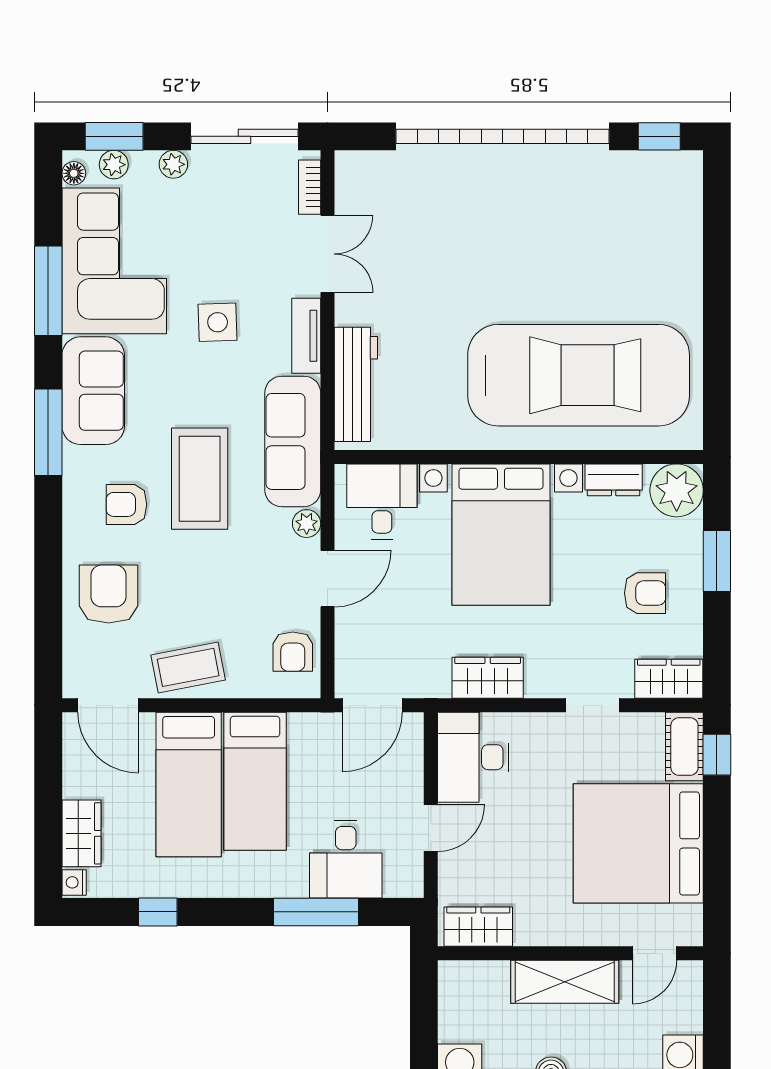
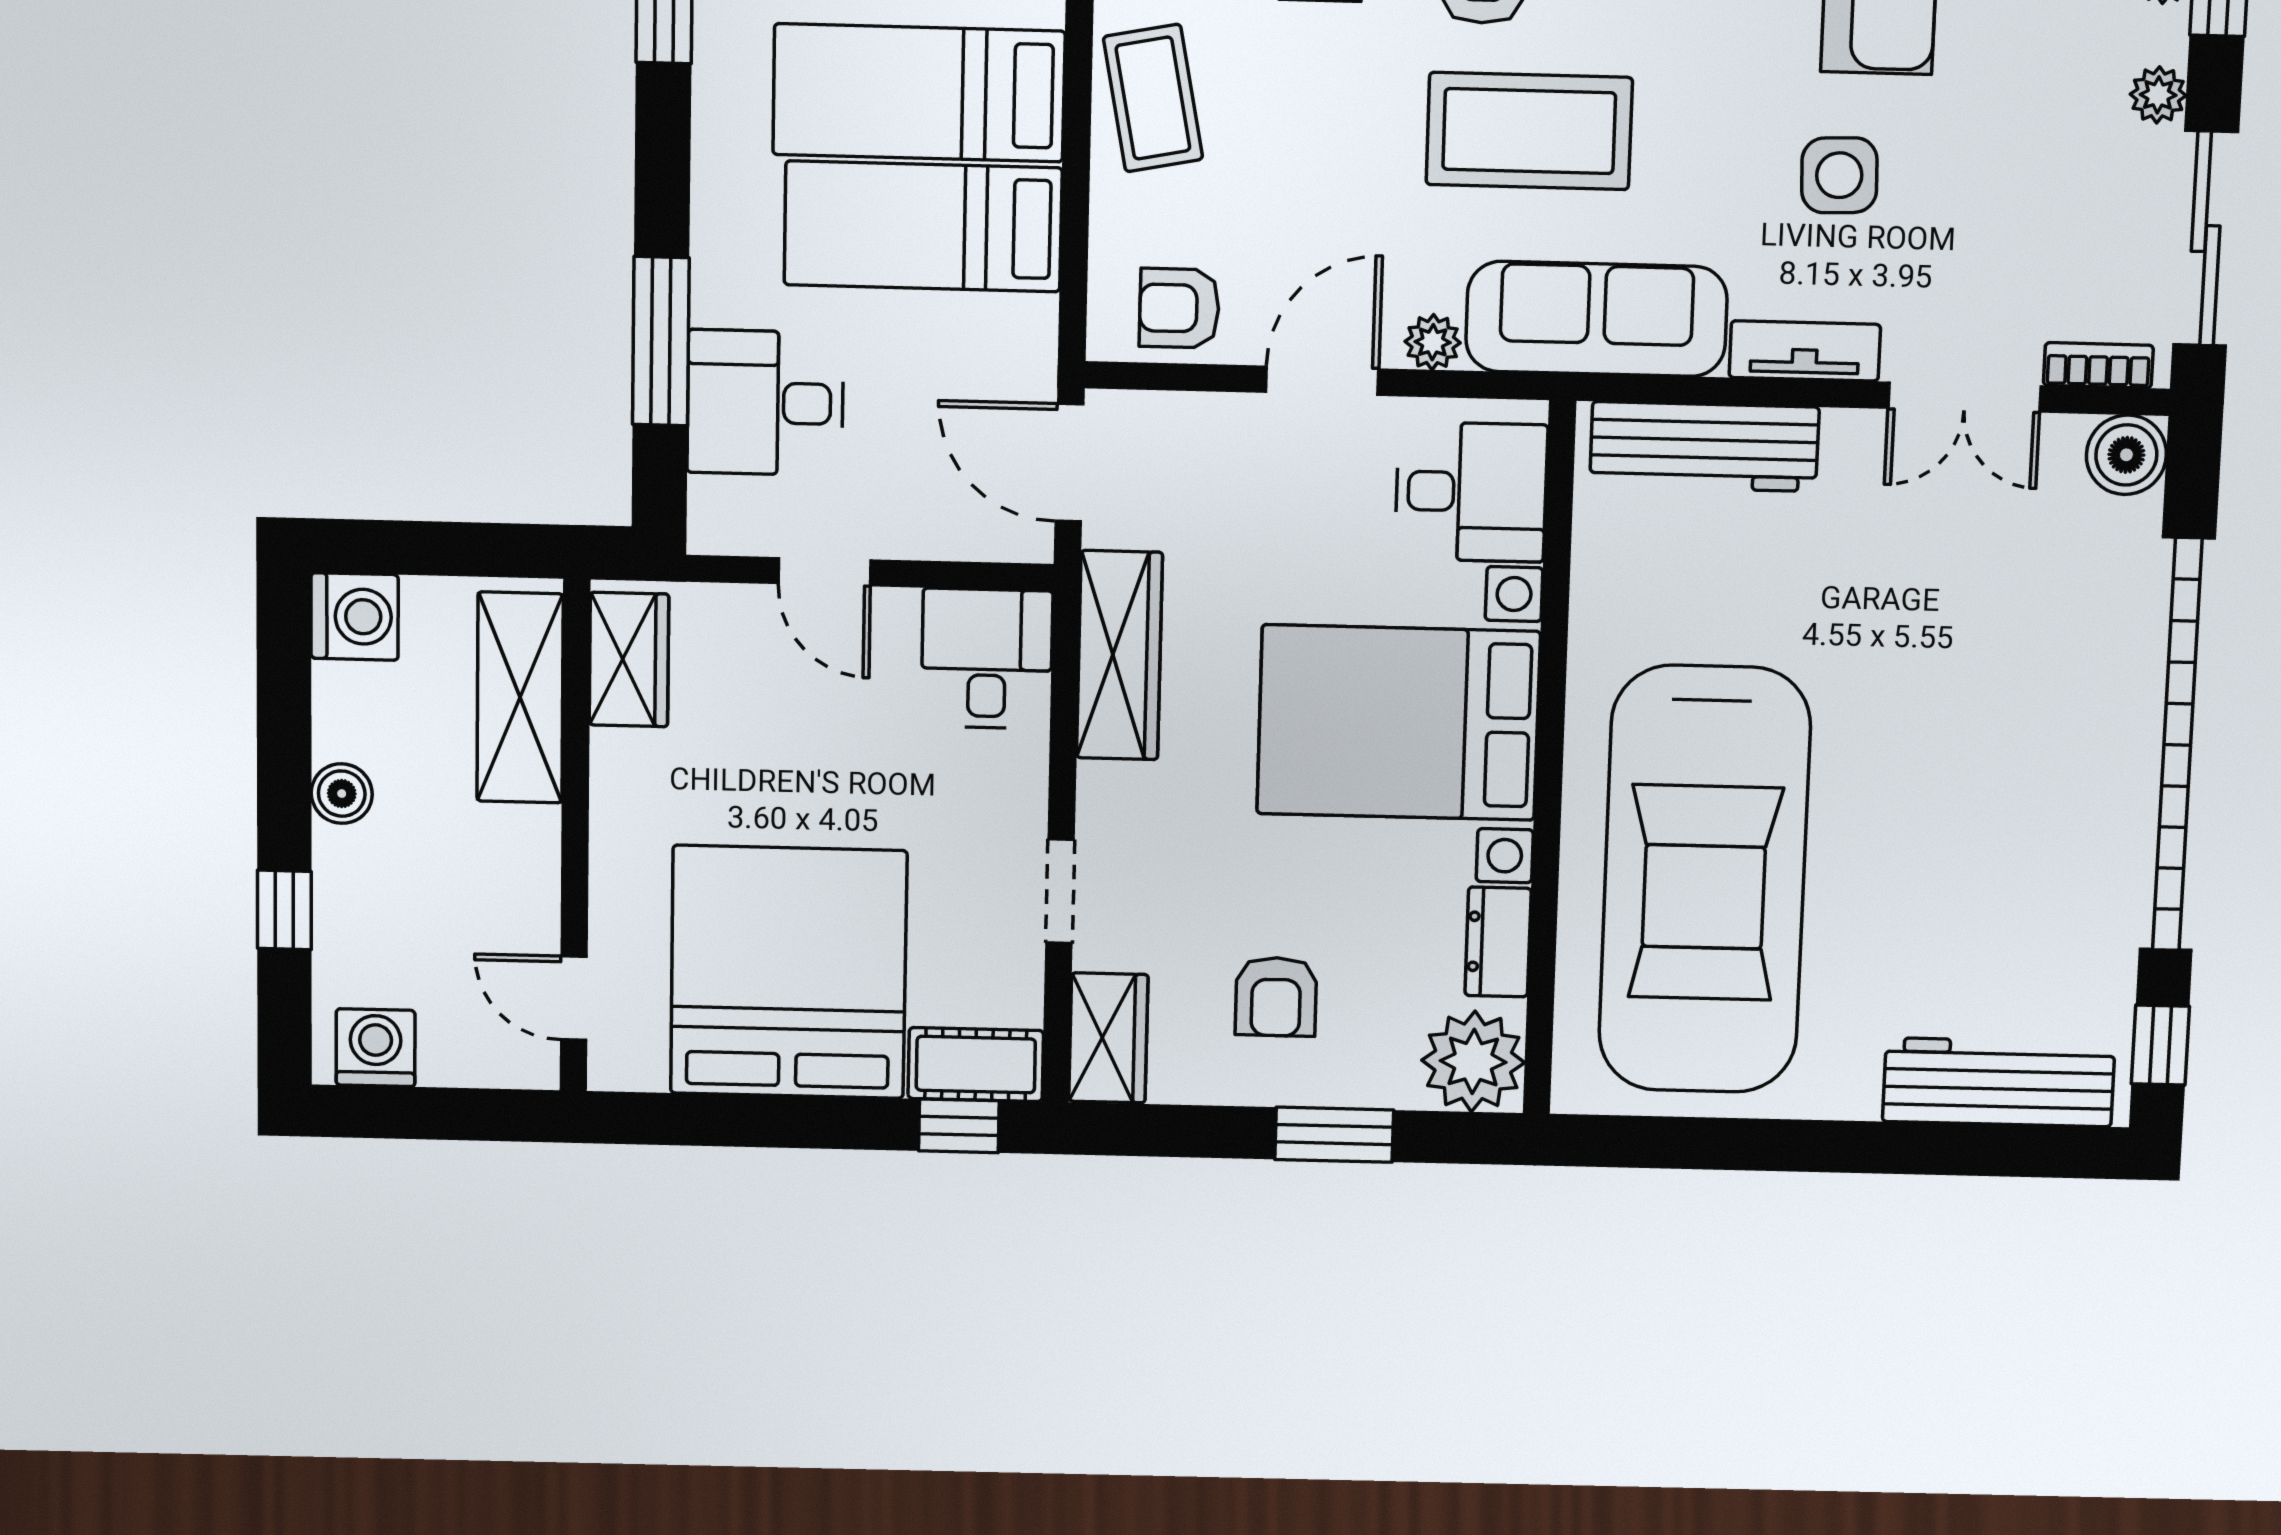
boiler: (355, 170) -> (2126, 455), added
workbench: (681, 219) -> (1999, 1082), added
door: (327, 579) -> (1322, 381), swing flipped
wardrobe: (488, 678) -> (1119, 655), width x1.50
desk: (473, 757) -> (987, 659), width x0.73
shelving: (565, 982) -> (520, 698), moved

